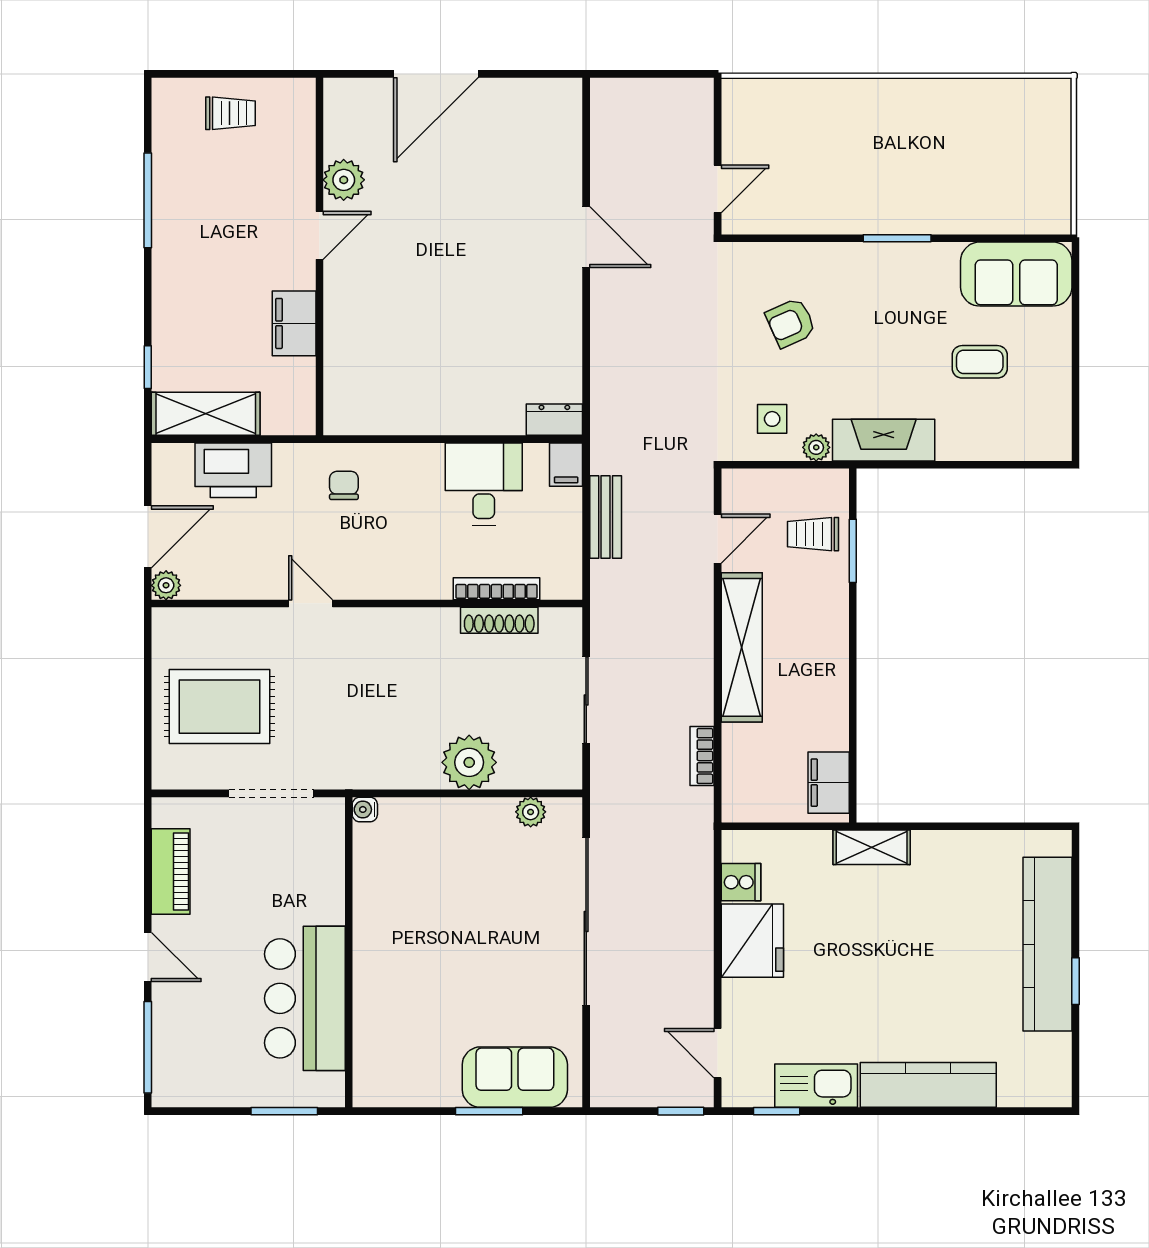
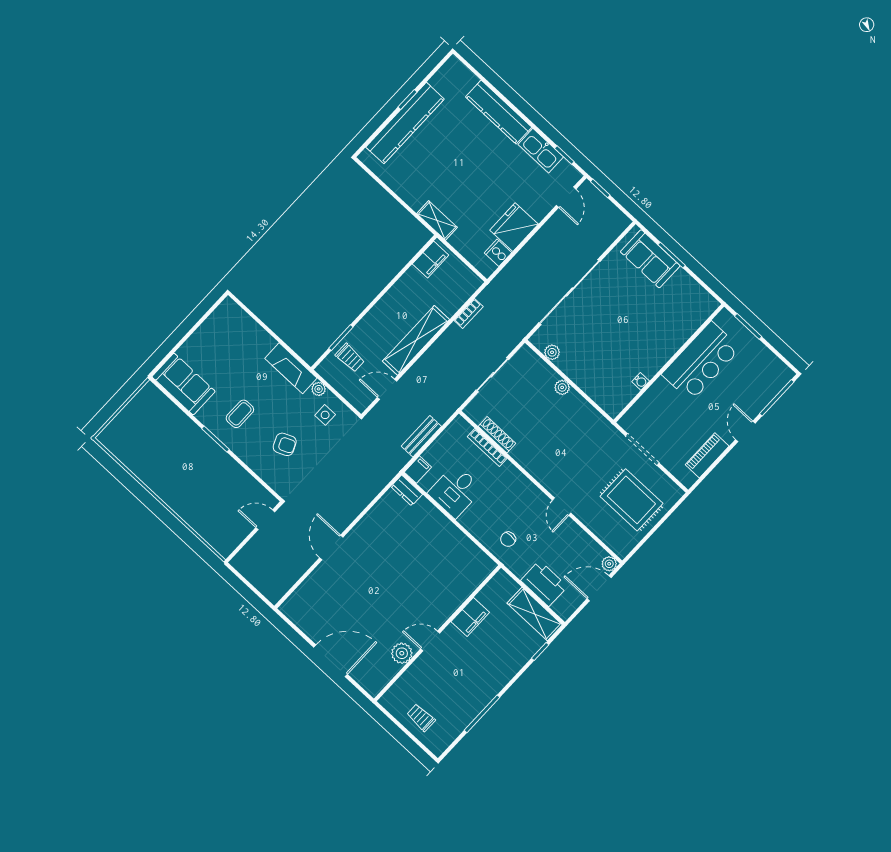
coffee table: (980, 362) -> (240, 414), moved, turned 90
plant: (469, 762) -> (562, 387), width x0.53, depth x0.53
water cooler: (365, 809) -> (641, 381), moved

